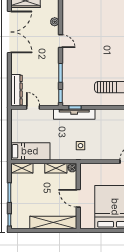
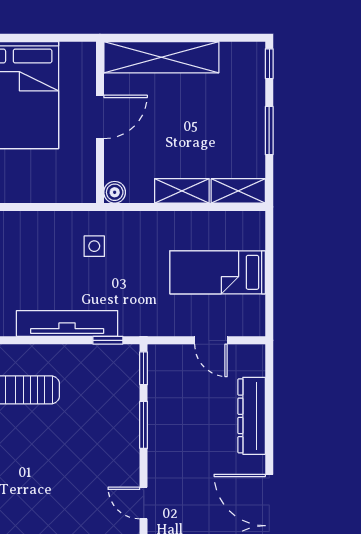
dresser: (16, 90) -> (252, 416), moved
tv unit: (74, 114) -> (67, 323), moved
bed: (30, 151) -> (218, 272), moved
shelving: (56, 168) -> (182, 191), moved
door: (78, 198) -> (100, 117), hinge flipped

